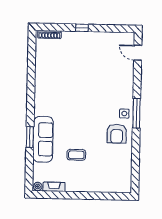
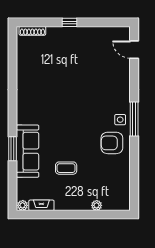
armchair: (117, 134) -> (112, 143), turned 90
plant: (102, 188) -> (97, 205), added

